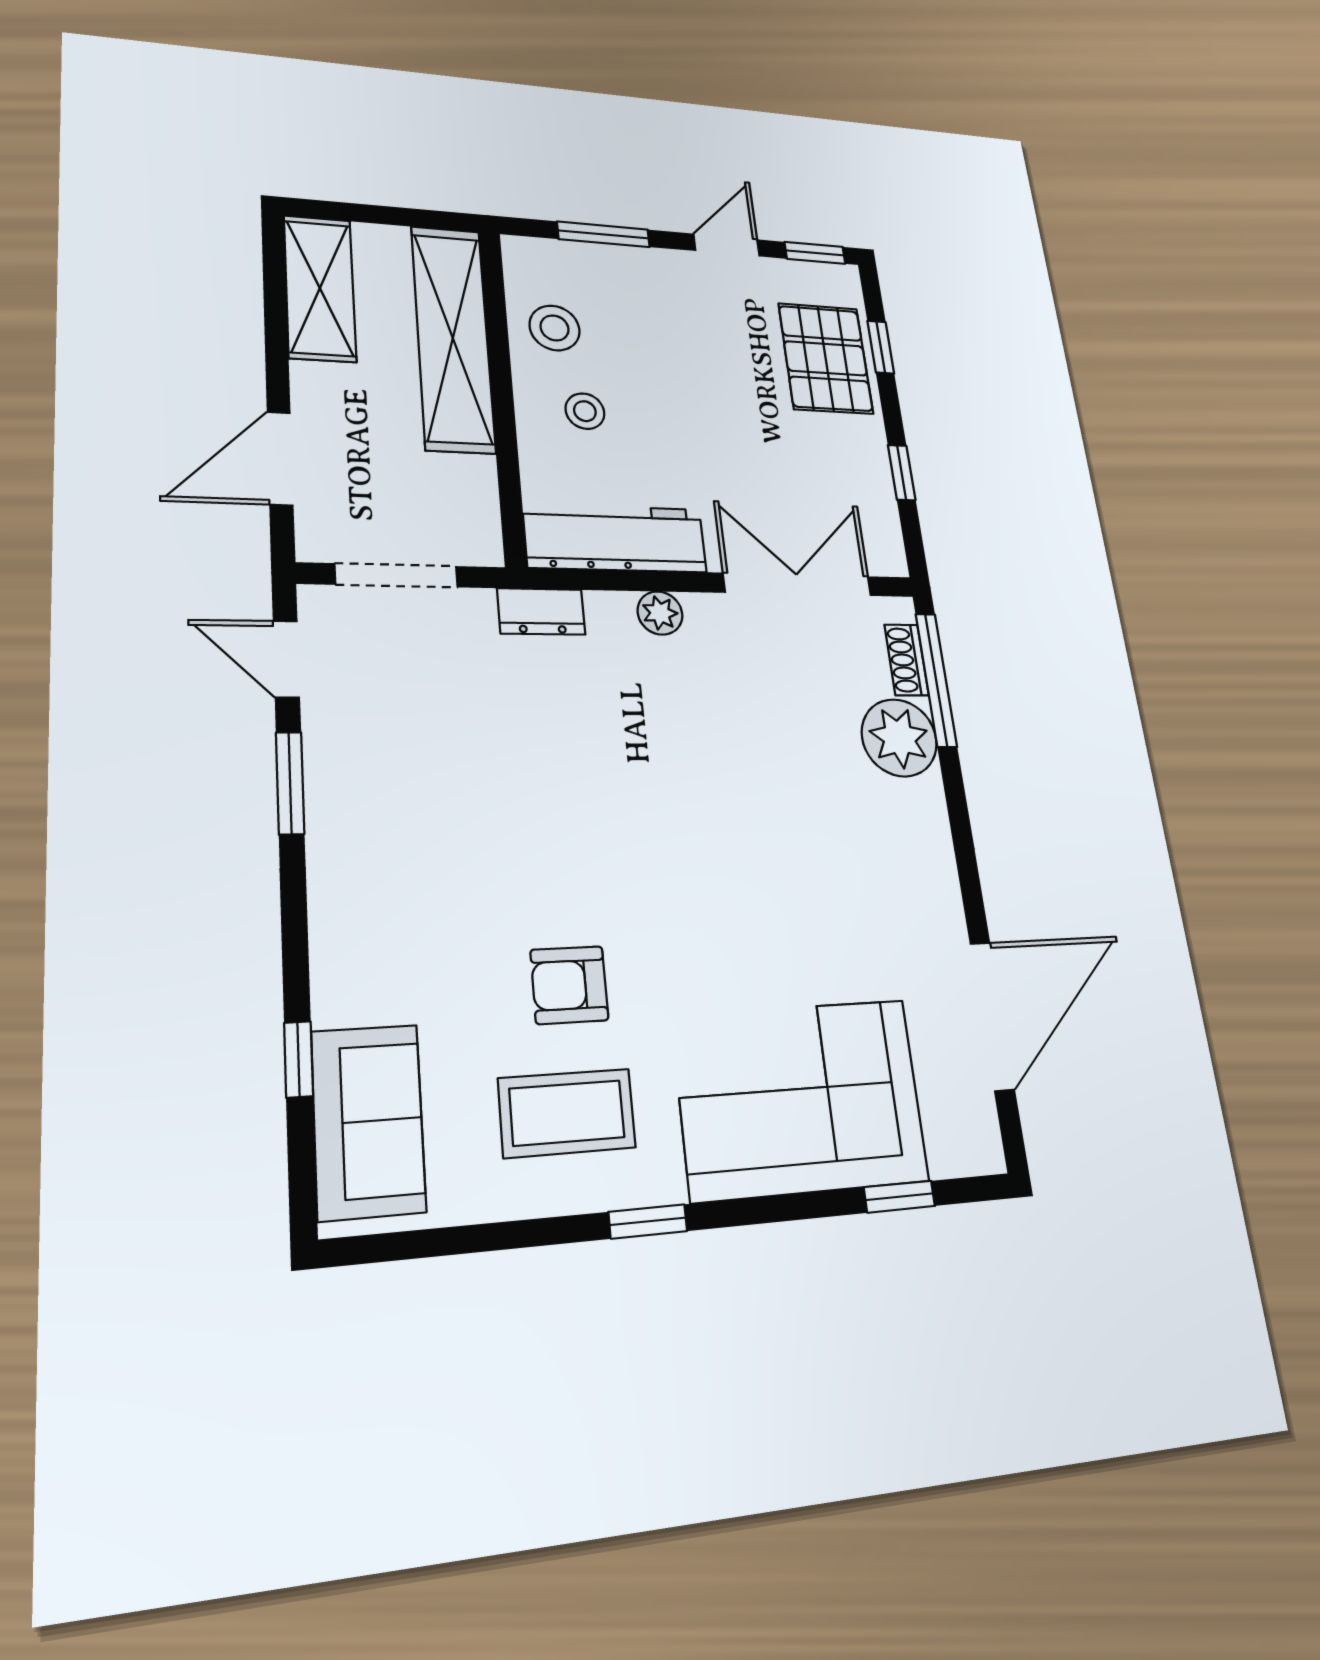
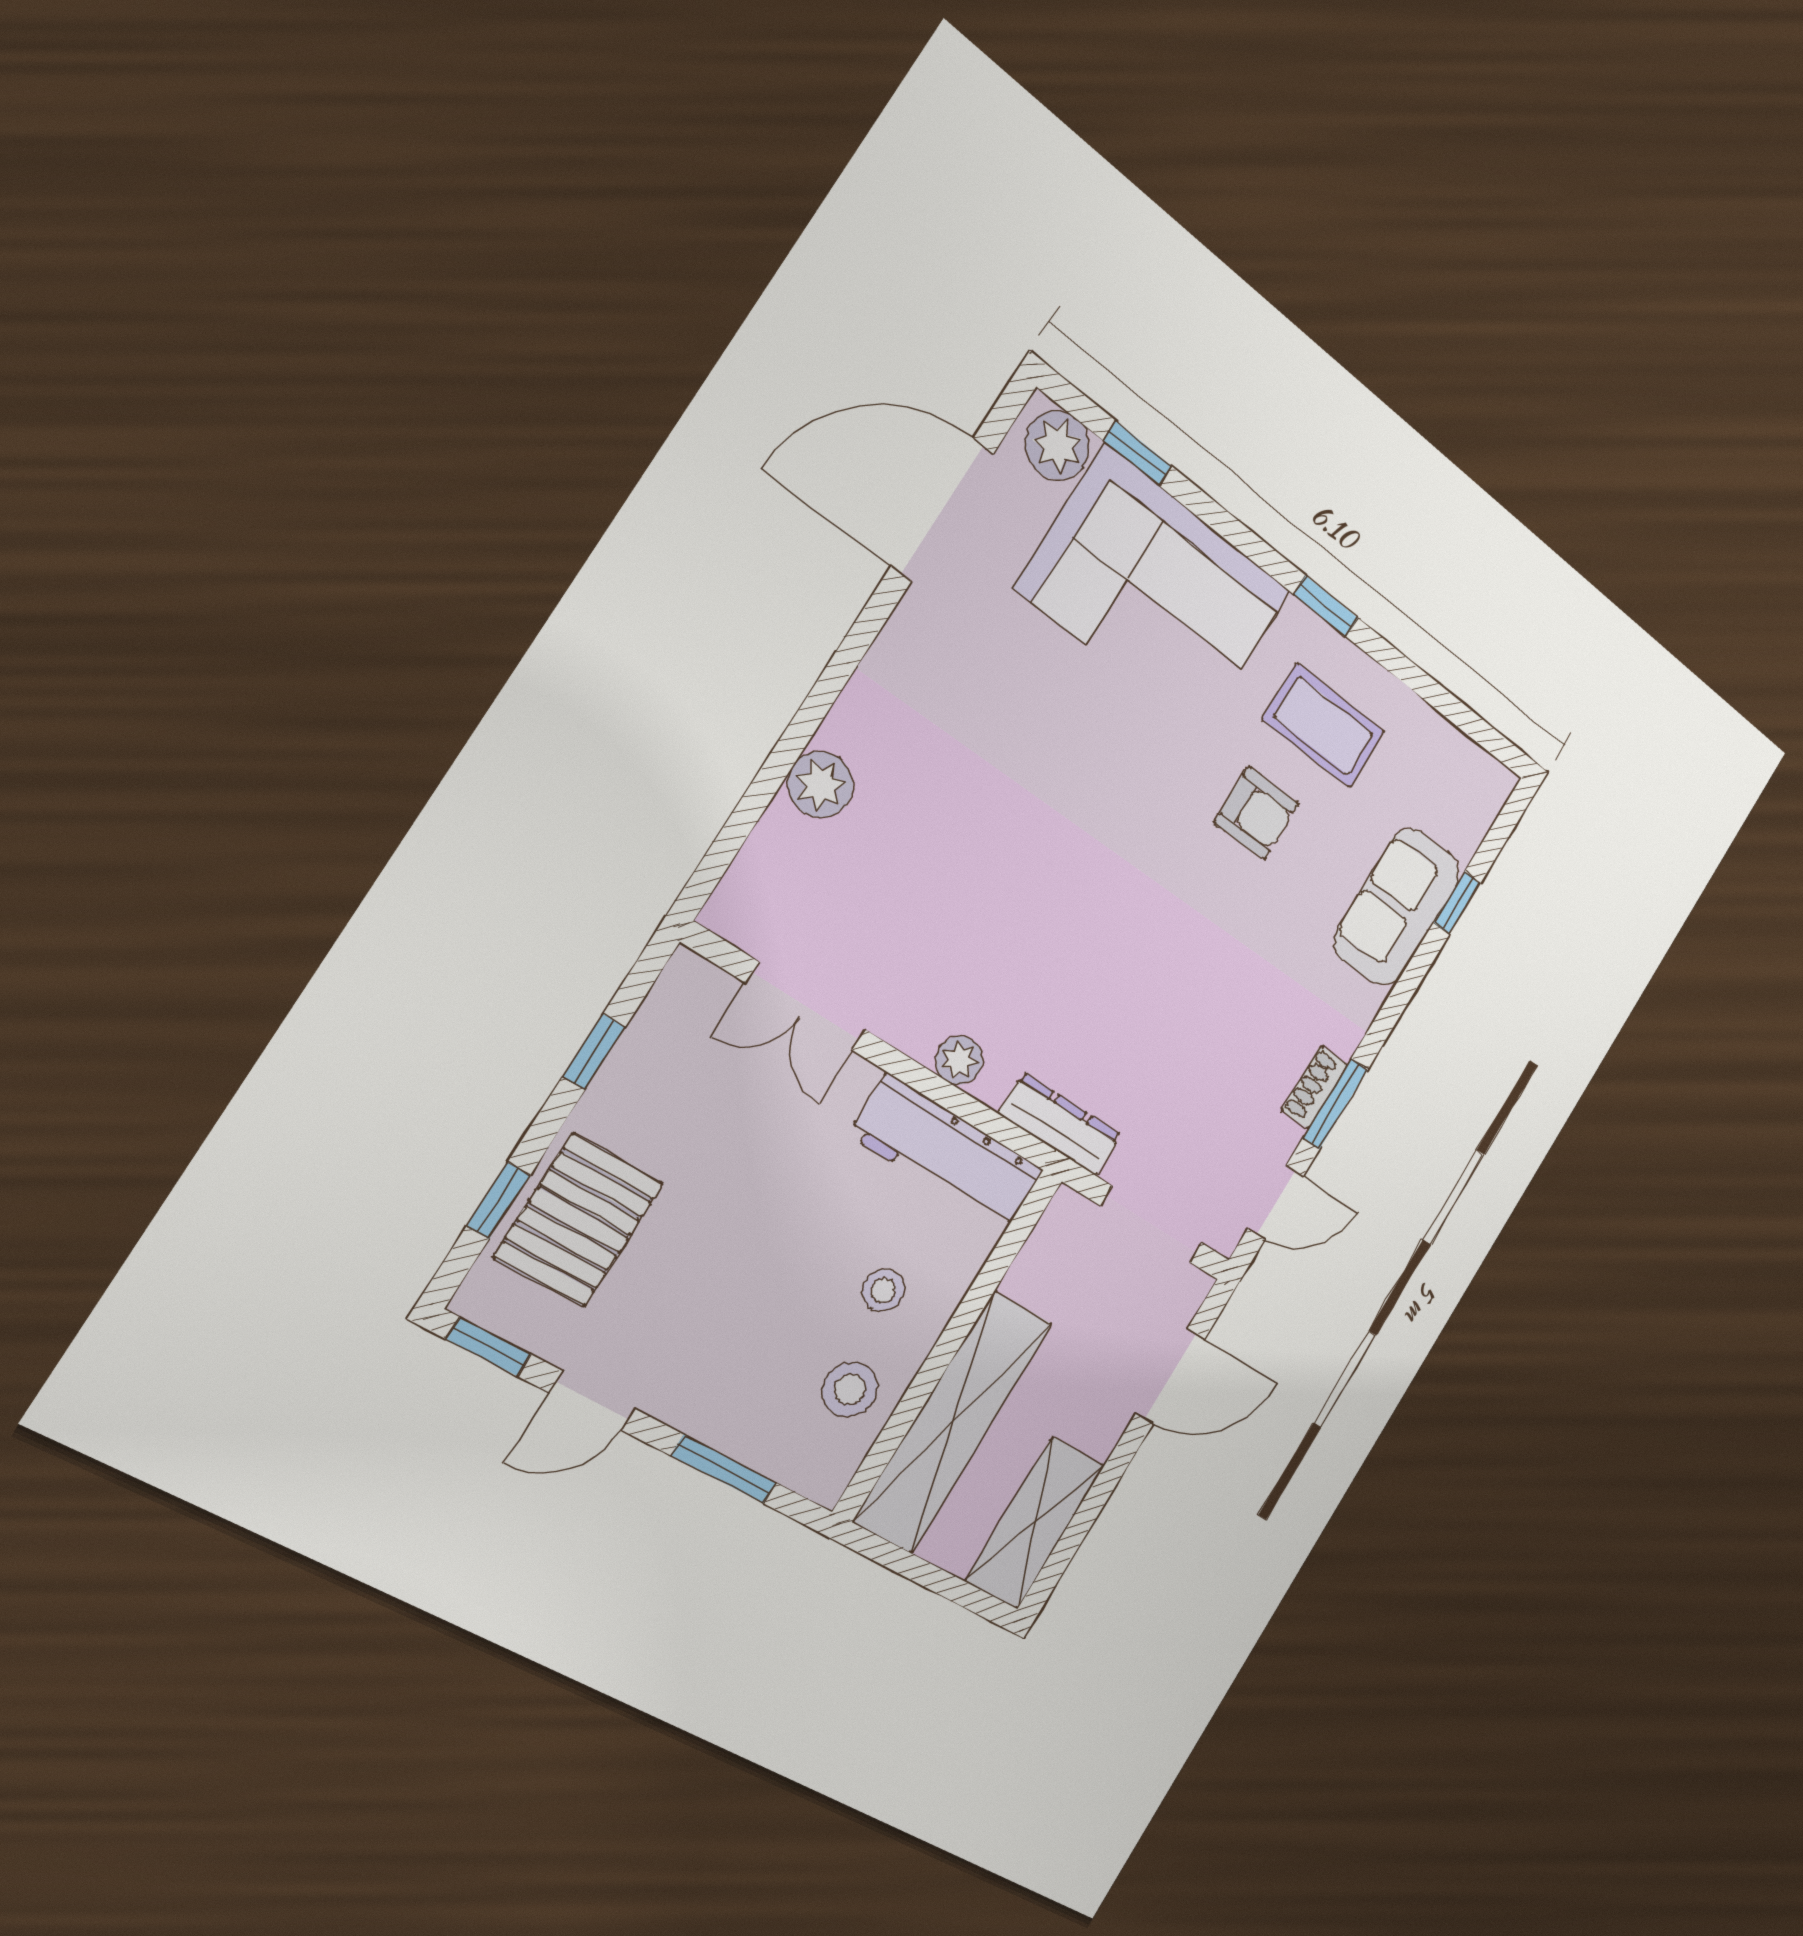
double door: (798, 584) -> (806, 1007), width x0.73
dresser: (541, 611) -> (1060, 1124), width x1.44
door: (286, 659) -> (1276, 1202), hinge flipped
shoe rack: (907, 660) -> (1314, 1087), moved, turned 180
window: (936, 680) -> (738, 827), removed
plant: (899, 738) -> (820, 785), width x0.73, depth x0.73
sofa: (368, 1121) -> (1397, 907), moved
plant: (958, 1143) -> (1057, 445), added

